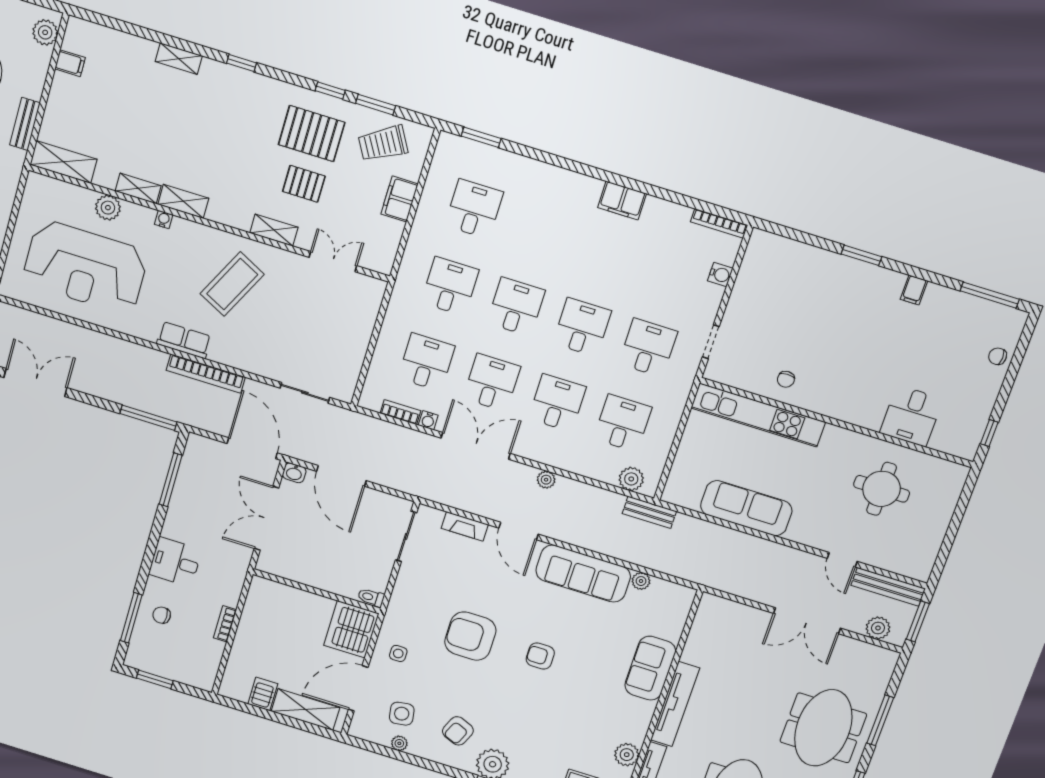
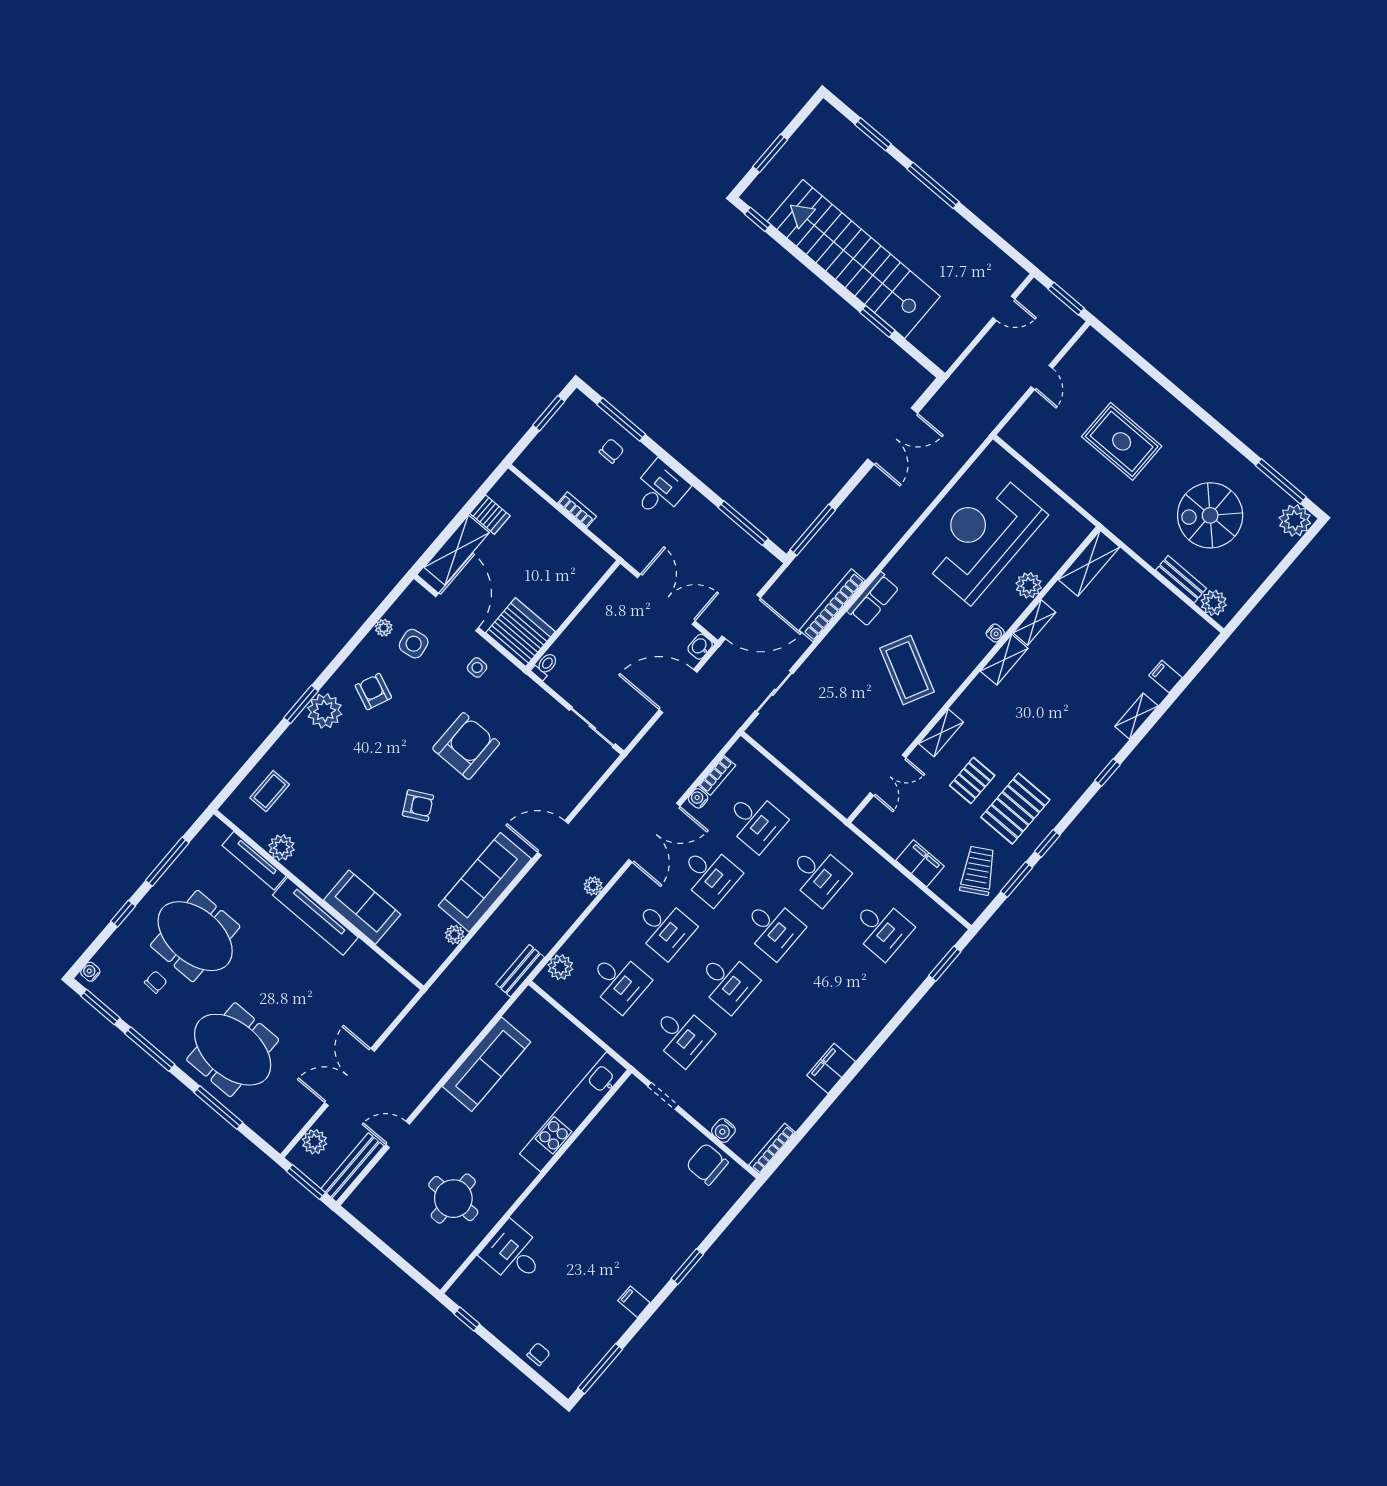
filing cabinet: (70, 63) -> (1166, 676), moved, turned 90
bench: (25, 124) -> (1181, 579), moved
chair: (786, 379) -> (707, 1164), moved, width x1.87, depth x1.87
fireplace: (465, 526) -> (579, 788), removed
armchair: (540, 656) -> (418, 805), turned 62

